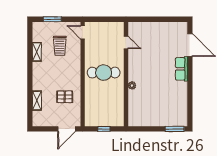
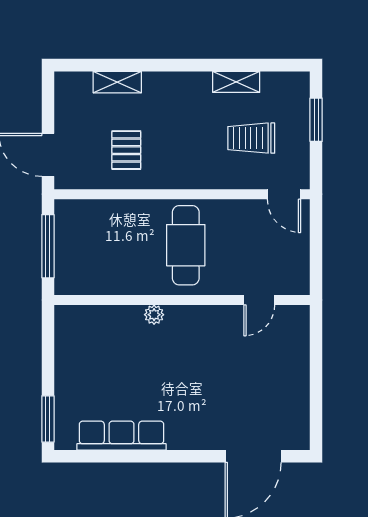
door: (83, 32) -> (284, 194), swing flipped
row of seats: (181, 69) -> (121, 436), moved, width x1.48
window: (104, 129) -> (48, 246), width x2.17

